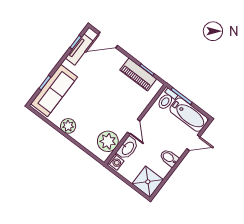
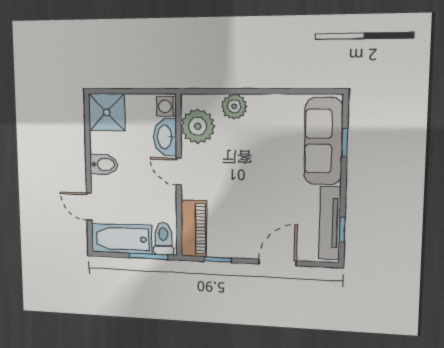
door: (108, 40) -> (278, 262), moved
tv unit: (79, 50) -> (330, 223), width x1.41
piano: (138, 74) -> (194, 229), moved, turned 90
plant: (68, 126) -> (234, 106), moved
door: (193, 143) -> (89, 207), hinge flipped

